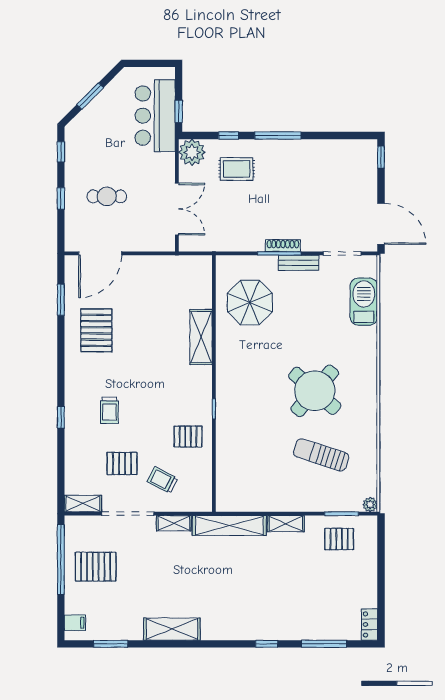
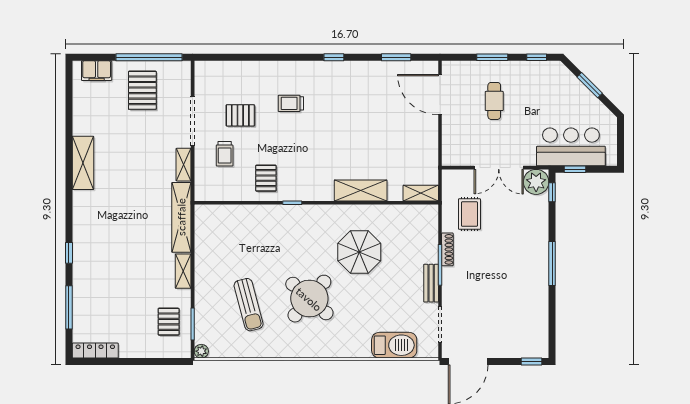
window: (229, 136) -> (552, 192), moved
rug: (237, 169) -> (469, 214), moved
window: (61, 198) -> (492, 57), width x1.50
double door: (177, 209) -> (499, 168), moved
shoe rack: (283, 246) -> (447, 249), moved
parasol: (250, 302) -> (359, 252), moved
pallet: (96, 330) -> (367, 91), removed
window: (61, 417) -> (334, 57), moved
sun lounger: (321, 455) -> (249, 305), turned 147
pallet: (122, 464) -> (240, 115), turned 90
trolley: (162, 480) -> (225, 154), turned 153
shelving: (83, 504) -> (421, 193), moved, turned 90
filing cabinet: (75, 623) -> (97, 71), width x2.00
locker: (369, 624) -> (95, 351), width x1.53
window: (111, 644) -> (69, 105), removed

